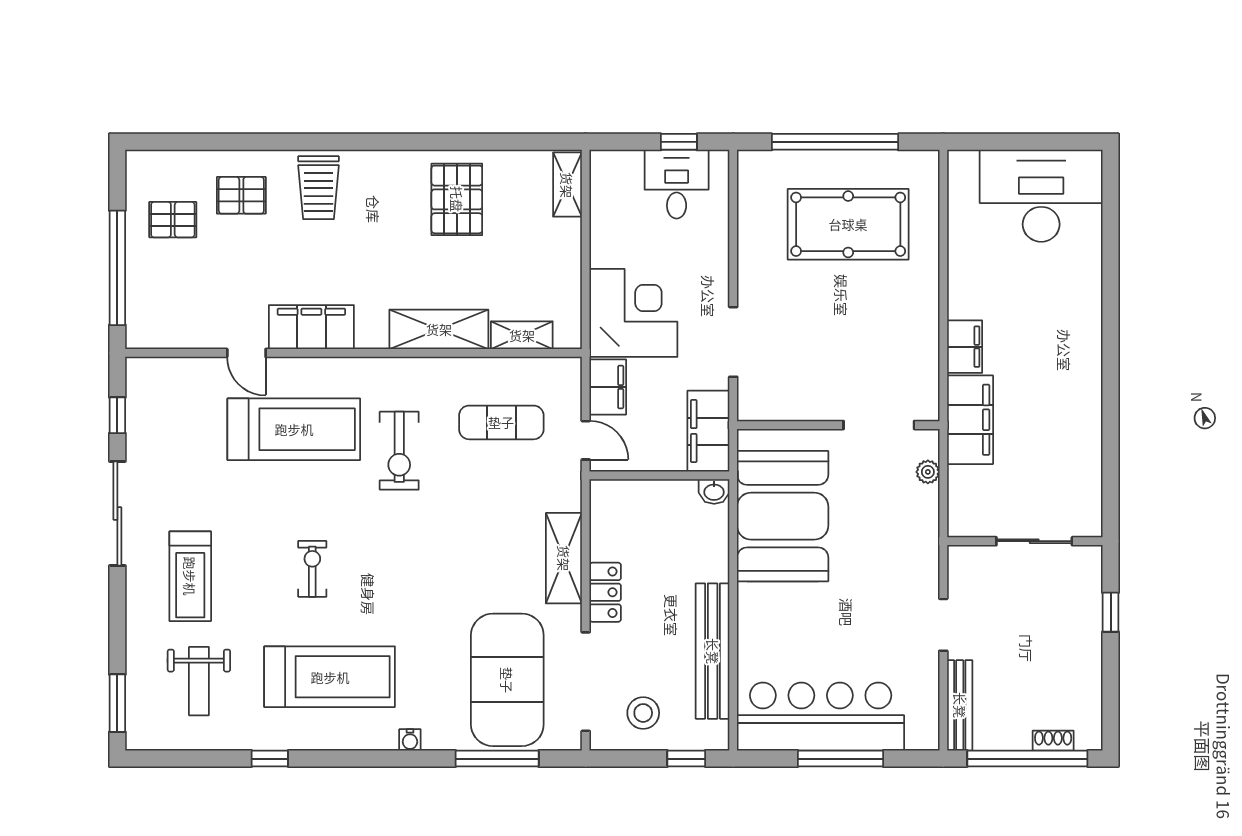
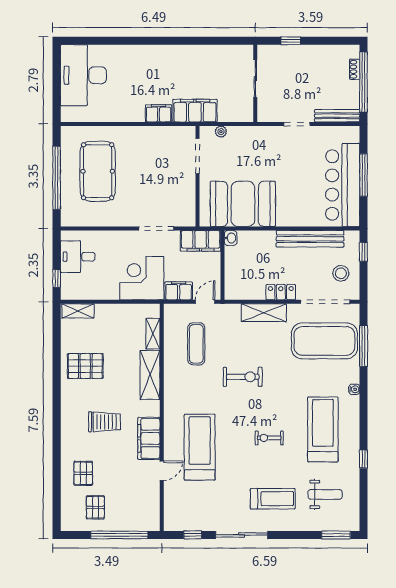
window: (679, 142) -> (57, 278), moved
trolley: (318, 188) -> (104, 422), moved
exercise bike: (399, 451) -> (243, 377), moved

